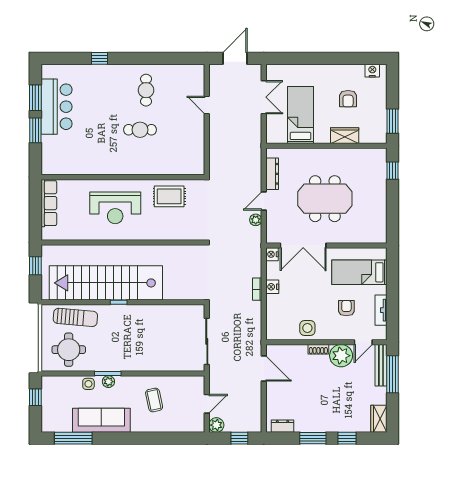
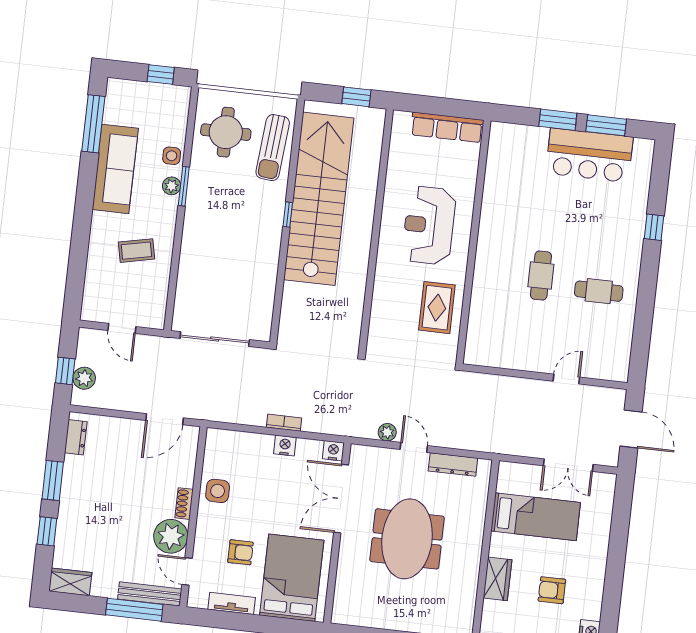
bed: (359, 272) -> (292, 578), width x1.50
plant: (216, 425) -> (84, 378), moved

